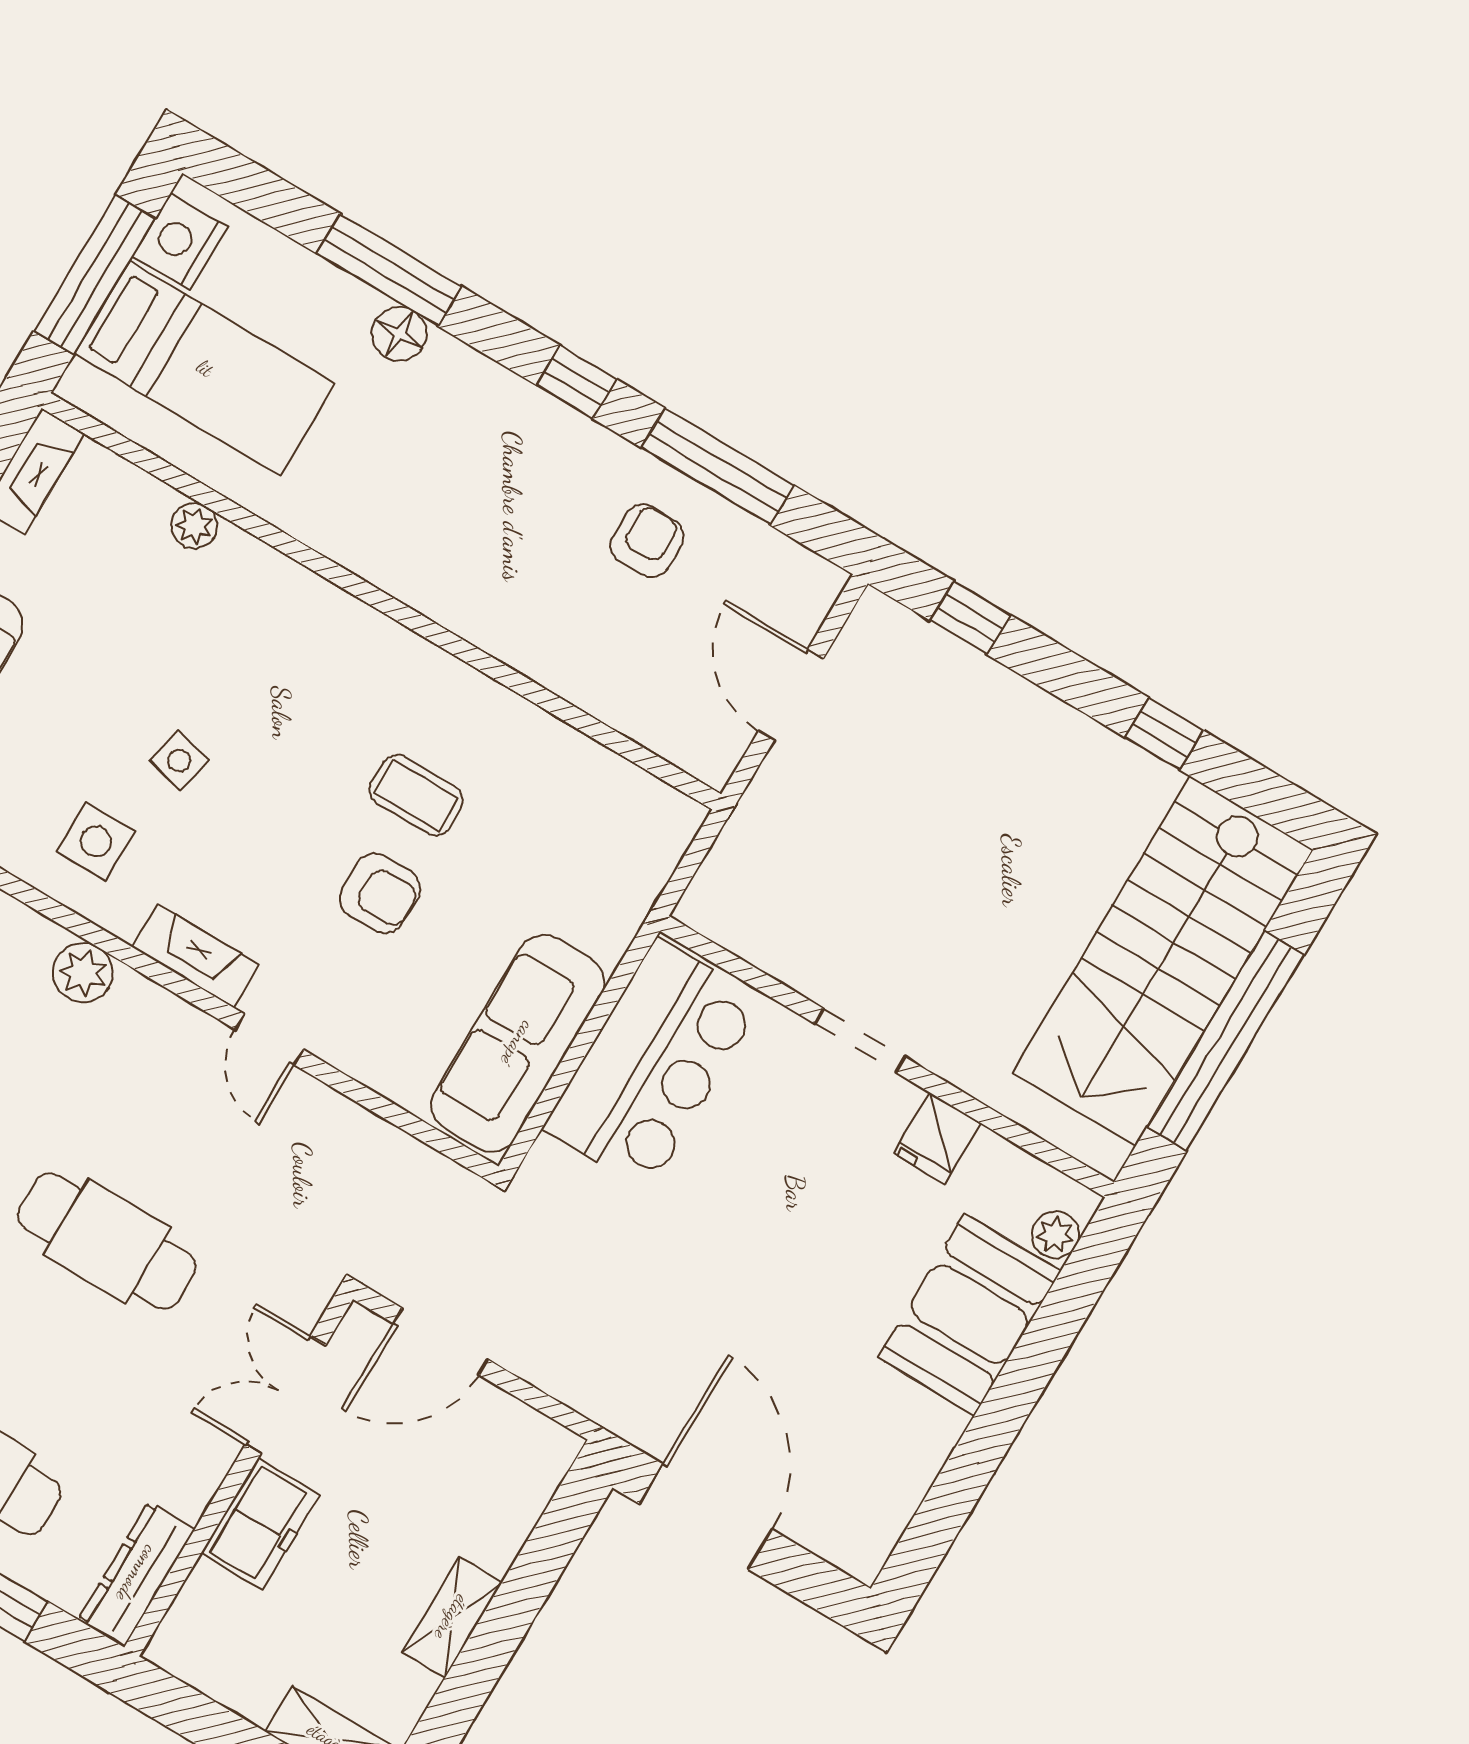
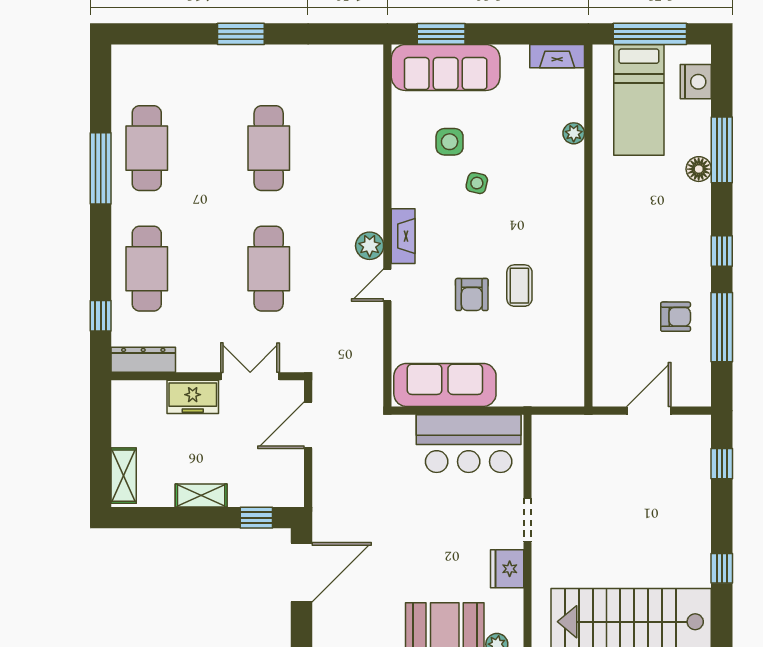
nightstand: (180, 242) -> (696, 82), moved, turned 90
side table: (96, 841) -> (450, 142), moved
plant: (83, 973) -> (370, 246), moved
fridge: (937, 1138) -> (507, 569), width x1.38
door: (441, 1341) -> (308, 425), hinge flipped
window: (554, 1540) -> (256, 518), added

